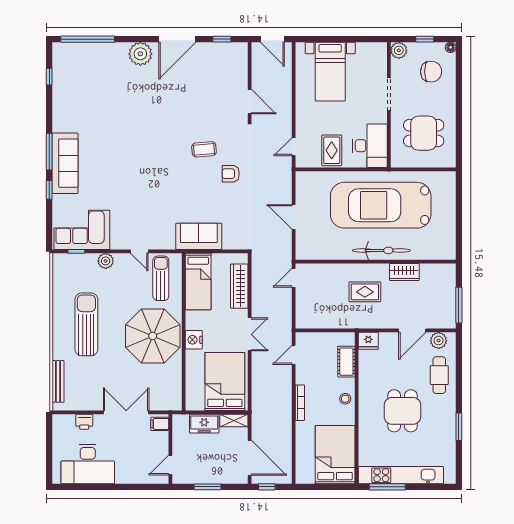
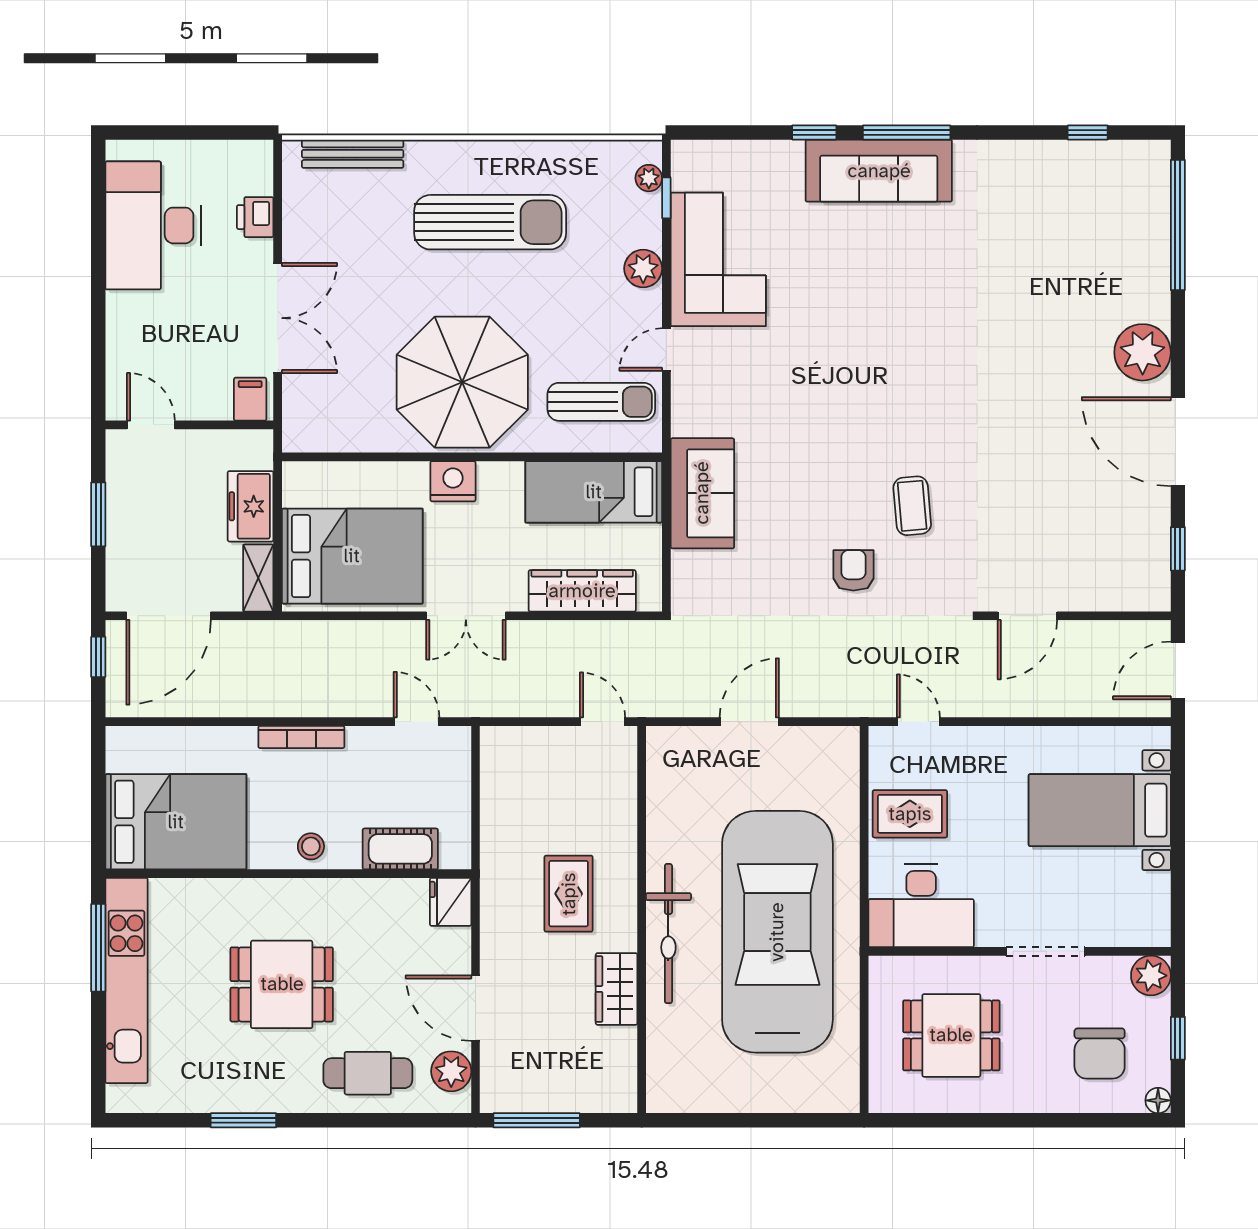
dining table: (424, 133) -> (951, 1035), turned 90
corner sofa: (82, 230) -> (718, 259), moved
plant: (68, 259) -> (649, 178), added

